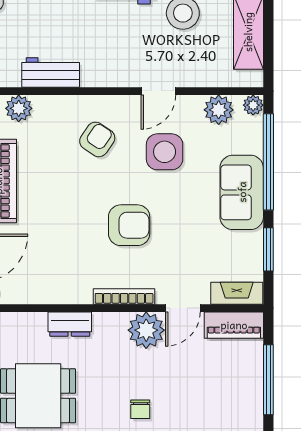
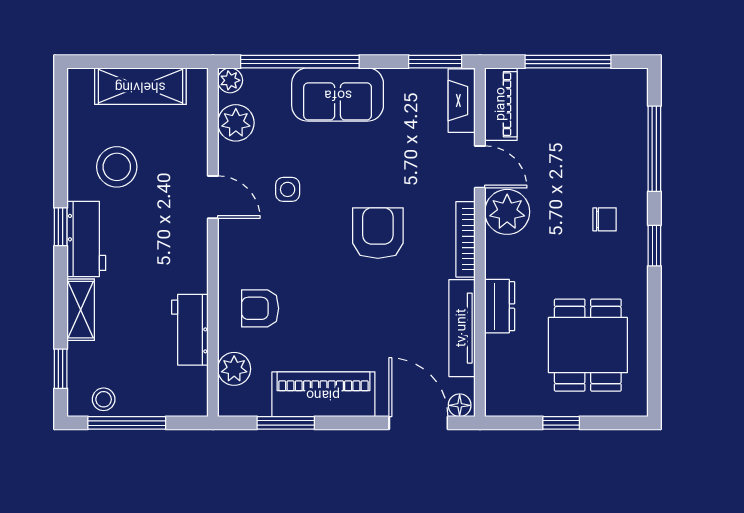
armchair: (97, 139) -> (260, 308), moved, turned -34
side table: (165, 152) -> (288, 189), width x0.54, depth x0.54
window: (268, 249) -> (435, 62), moved
tv unit: (52, 294) -> (462, 328), added

